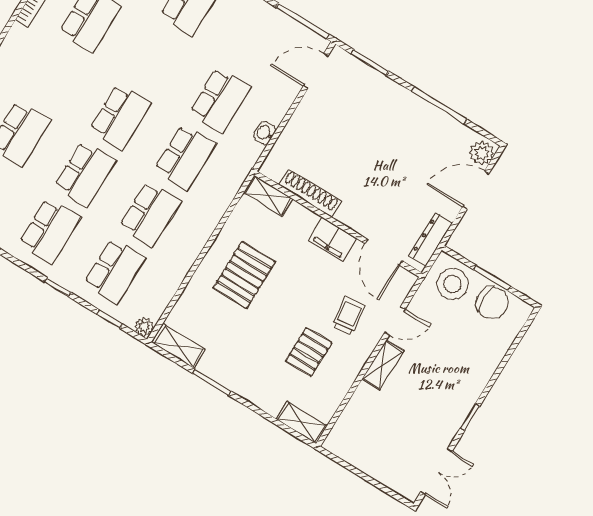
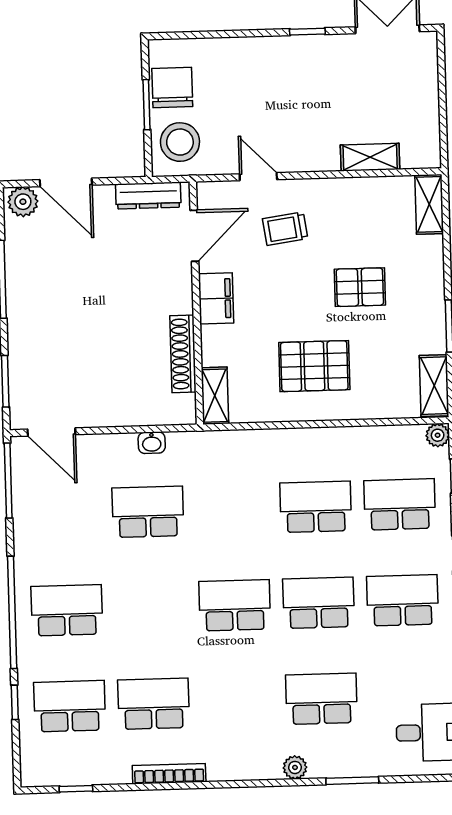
school desk: (185, 157) -> (232, 509), removed
pallet: (309, 352) -> (360, 287), moved
shelving: (383, 365) -> (370, 157), moved

